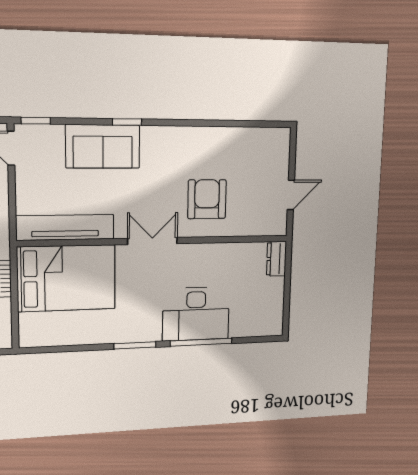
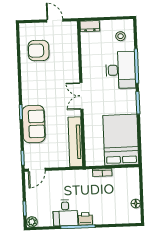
armchair: (207, 199) -> (39, 51), moved
bed: (66, 278) -> (121, 140), moved
stool: (255, 314) -> (121, 36), added

